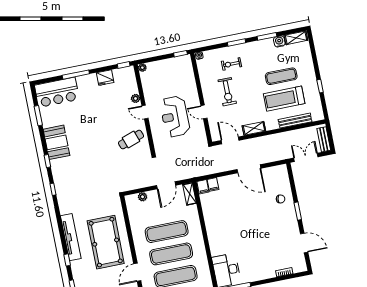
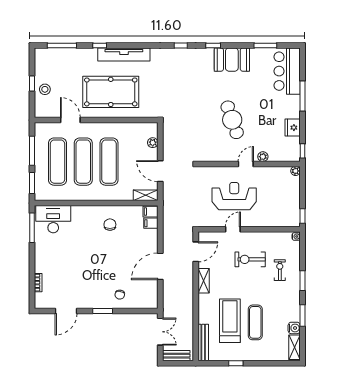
bench: (295, 121) -> (203, 342), moved
cafe table: (131, 140) -> (232, 120), moved, width x1.37, depth x1.35
chair: (221, 220) -> (110, 225), added

